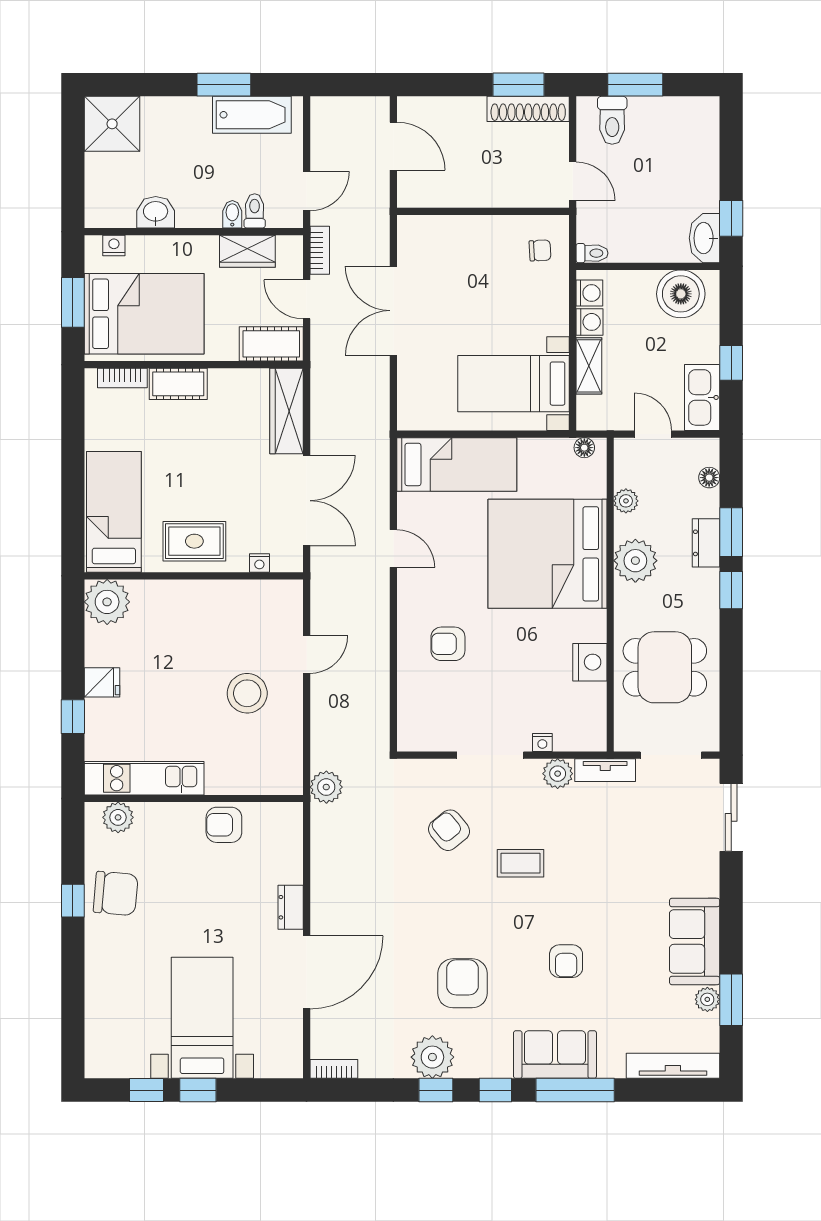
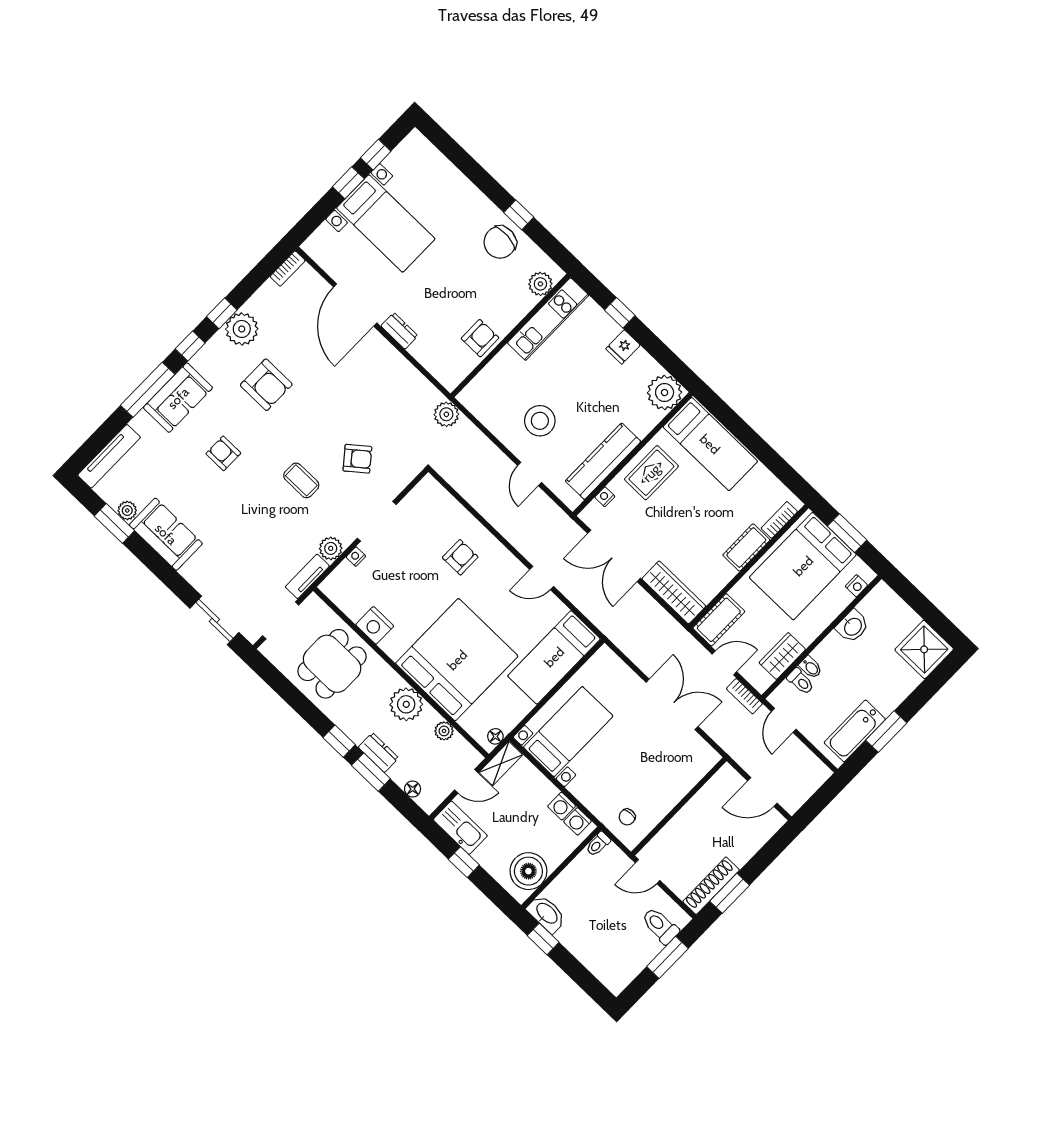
shelving: (589, 366) -> (501, 764), moved, turned 90
kitchen counter: (228, 597) -> (603, 461), added
coffee table: (521, 863) -> (301, 480), turned 90

